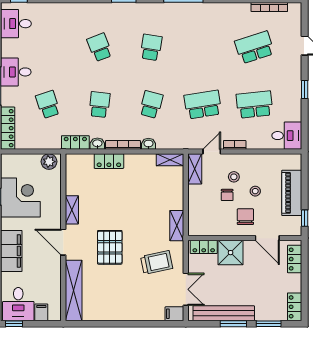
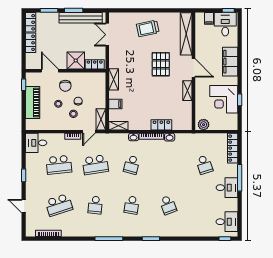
school desk: (100, 105) -> (95, 205), moved
locker: (75, 142) -> (185, 138), removed
locker: (295, 259) -> (31, 43), moved
trolley: (157, 262) -> (148, 28), moved
filing cabinet: (174, 314) -> (115, 104), moved

